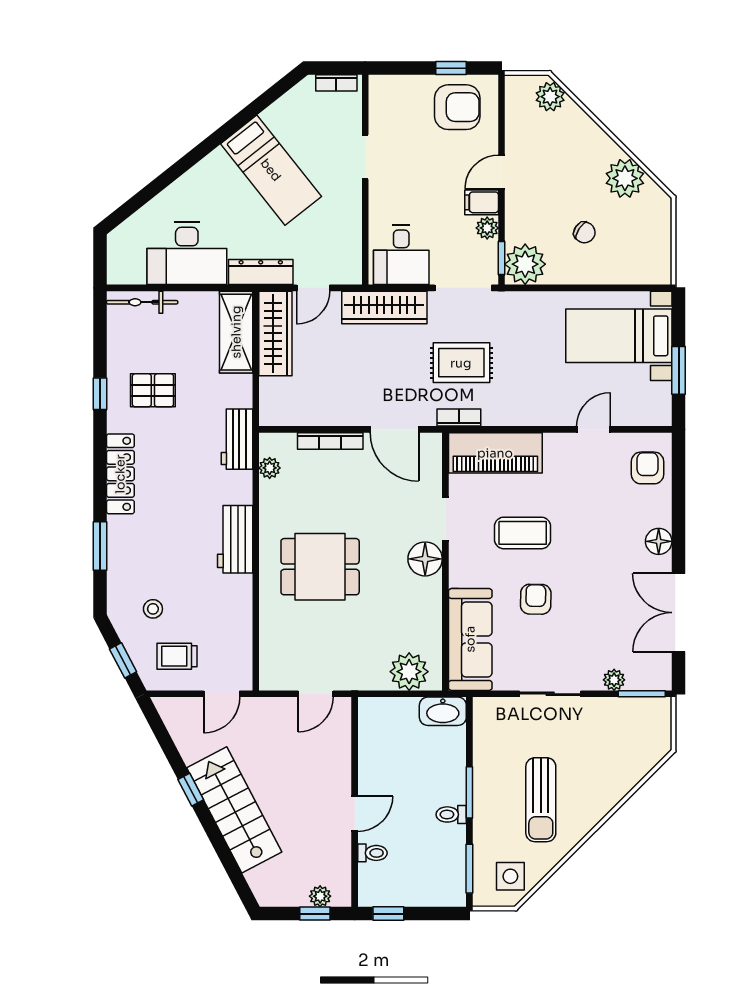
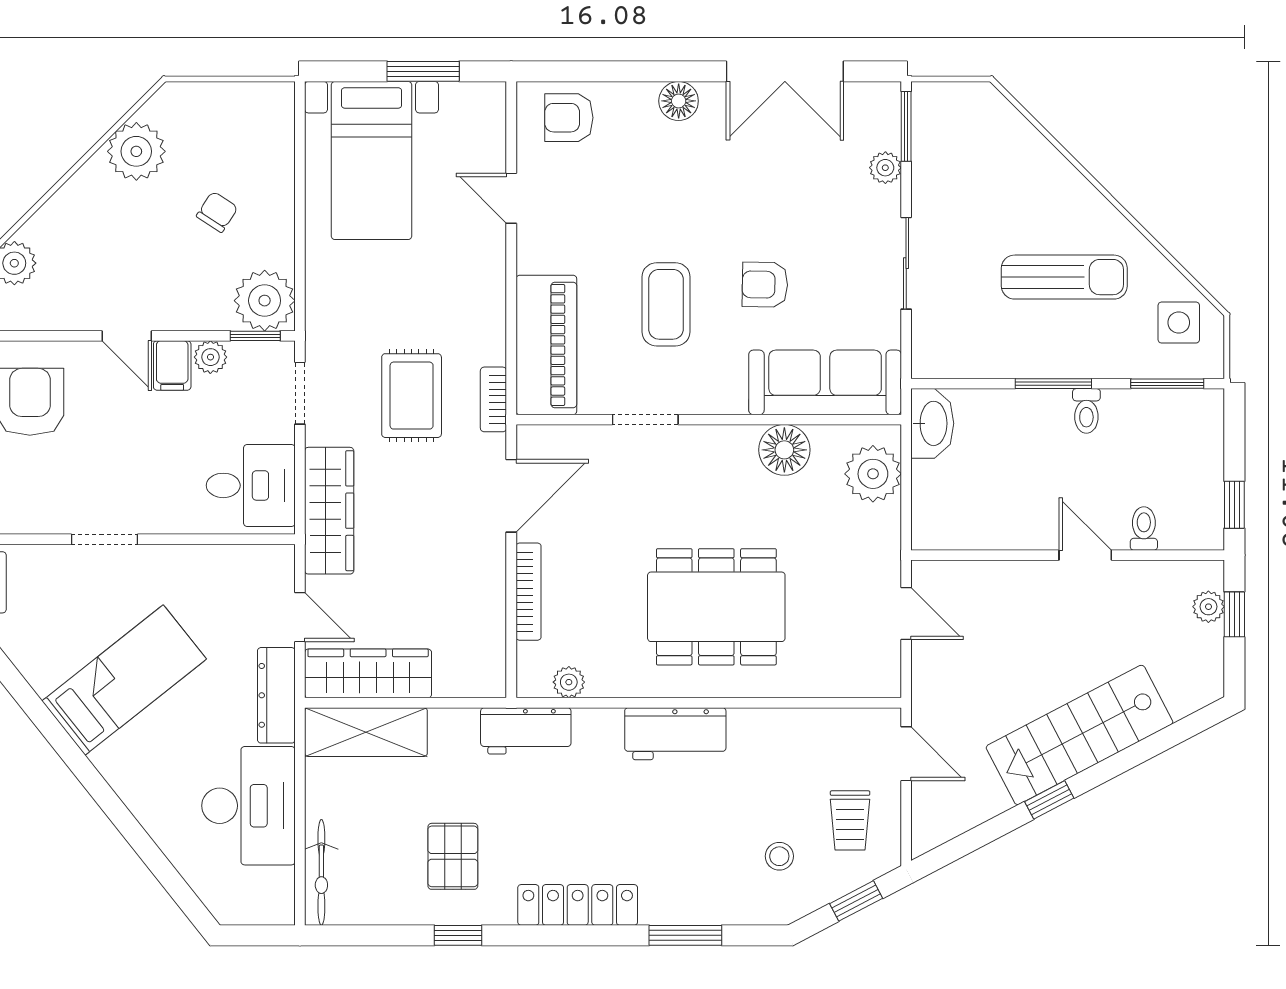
doorway: (463, 288) -> (300, 393), width x0.73
floor lamp: (425, 559) -> (784, 450), moved
dining table: (320, 567) -> (716, 607), width x1.38

